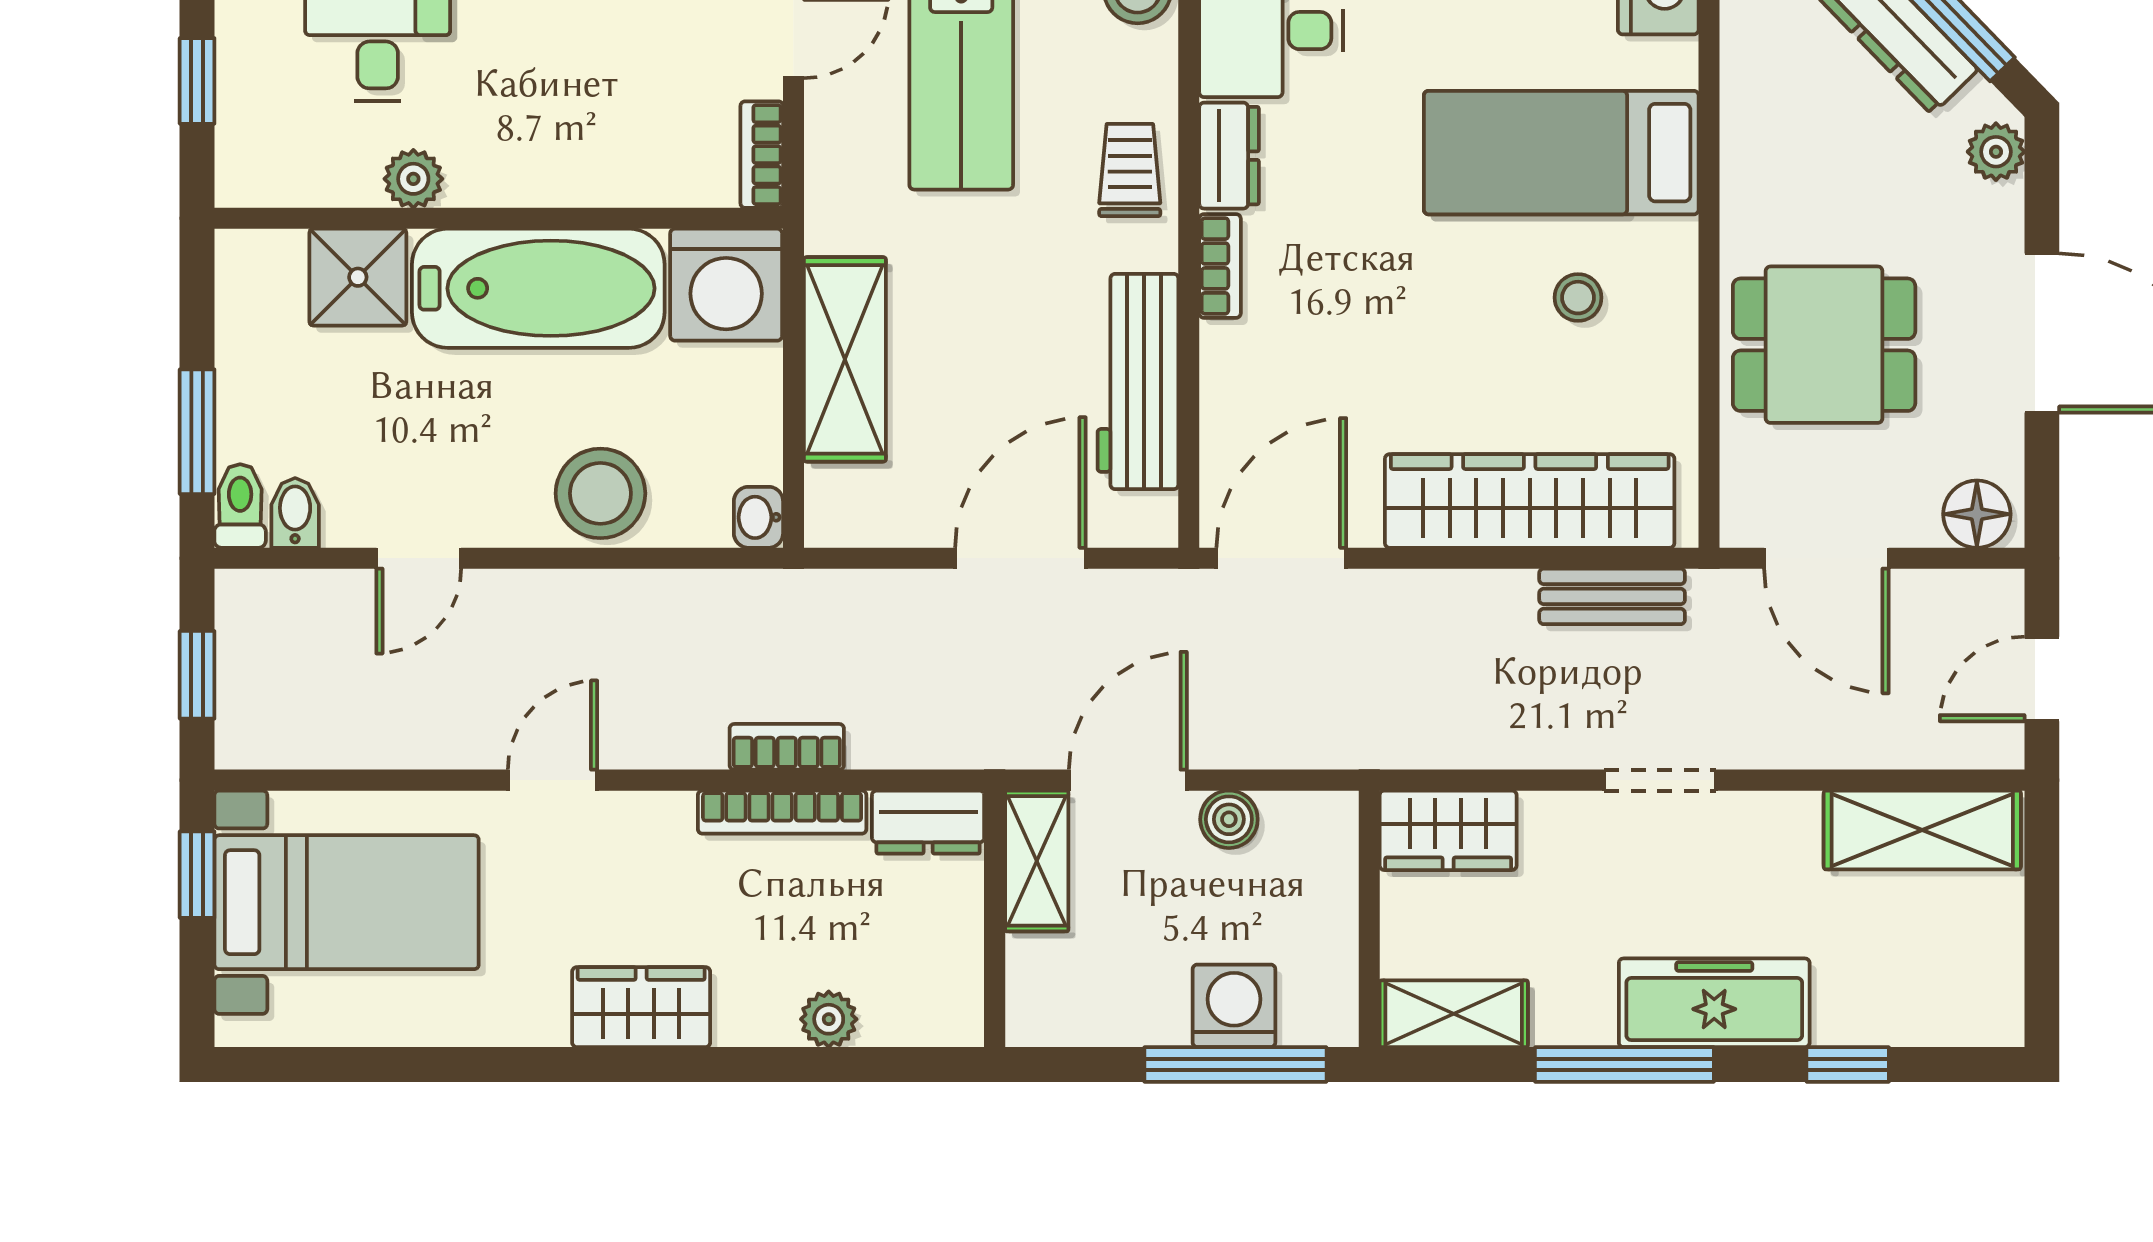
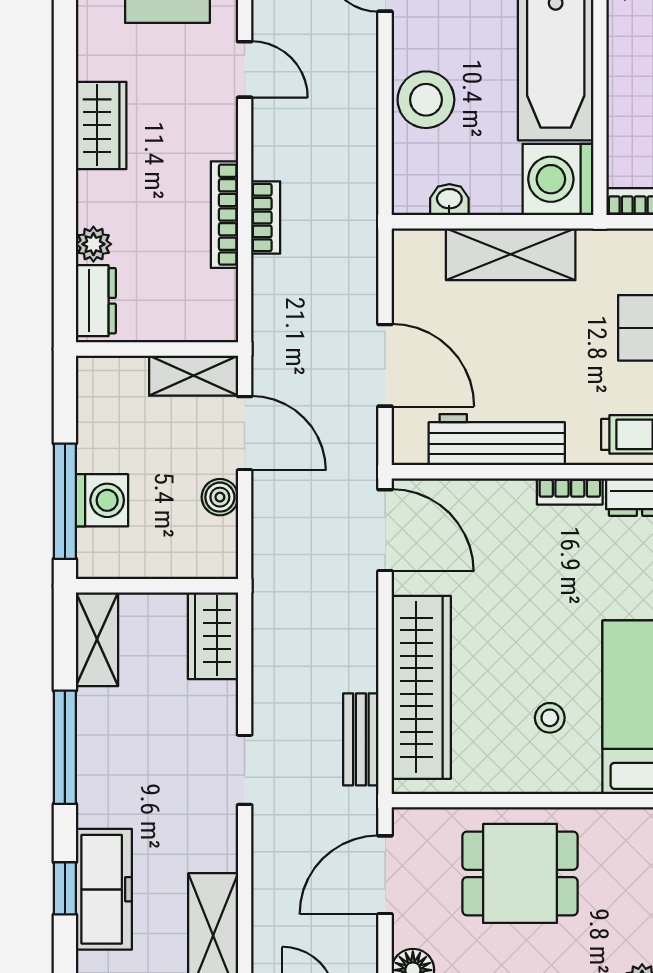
dining table: (1824, 345) -> (520, 873), turned 90
washbasin: (758, 517) -> (449, 200), moved
dresser: (928, 822) -> (96, 301), moved, turned 180
freezer: (1714, 1003) -> (104, 889), moved

